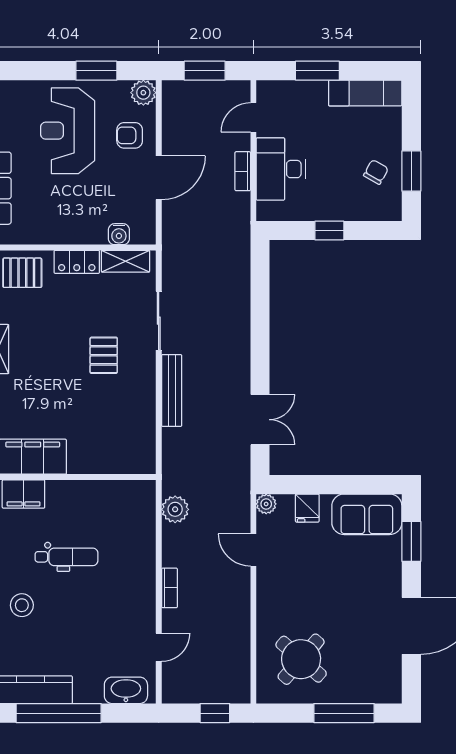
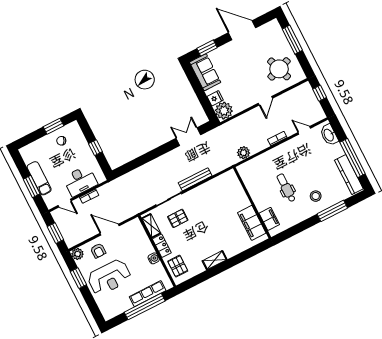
exam couch: (365, 93) -> (39, 178), moved
water cooler: (119, 234) -> (154, 258), moved
pallet: (104, 355) -> (178, 218), moved
plant: (266, 504) -> (224, 111), width x1.88, depth x1.88
door: (253, 550) -> (265, 101), moved
round table: (301, 659) -> (279, 69), turned 30

